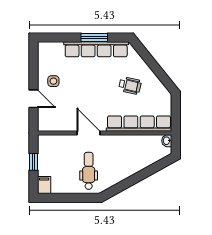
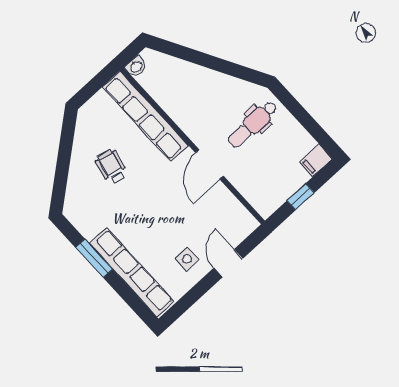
row of seats: (96, 49) -> (132, 272), moved

